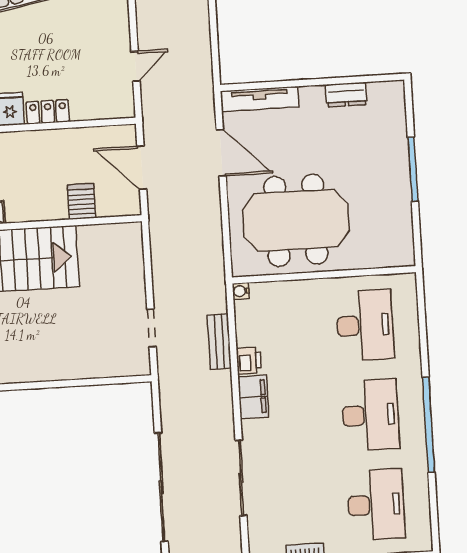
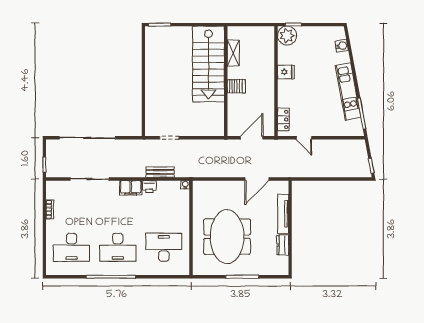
tv unit: (260, 99) -> (283, 214), moved
locker: (48, 112) -> (283, 119), moved
server rack: (81, 201) -> (236, 86), moved
meeting table: (296, 220) -> (227, 237), moved
desk: (365, 325) -> (164, 247), turned 180

